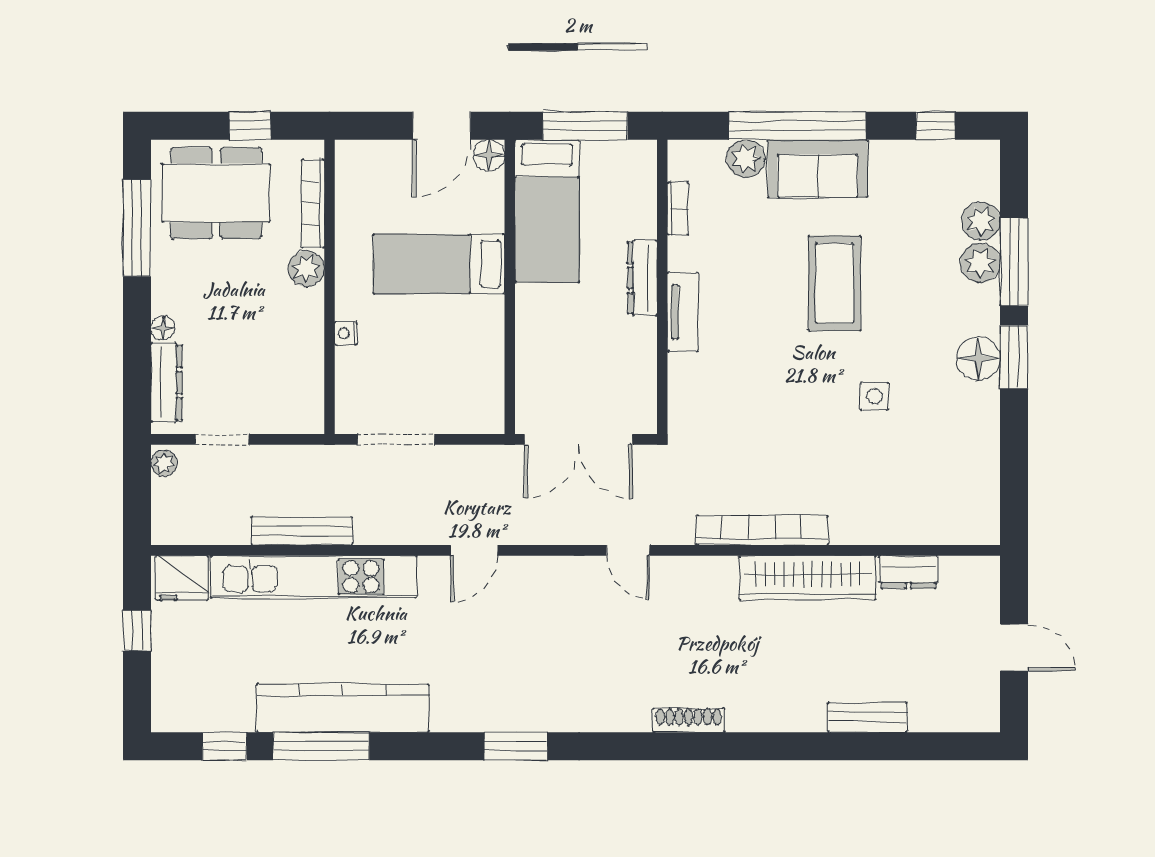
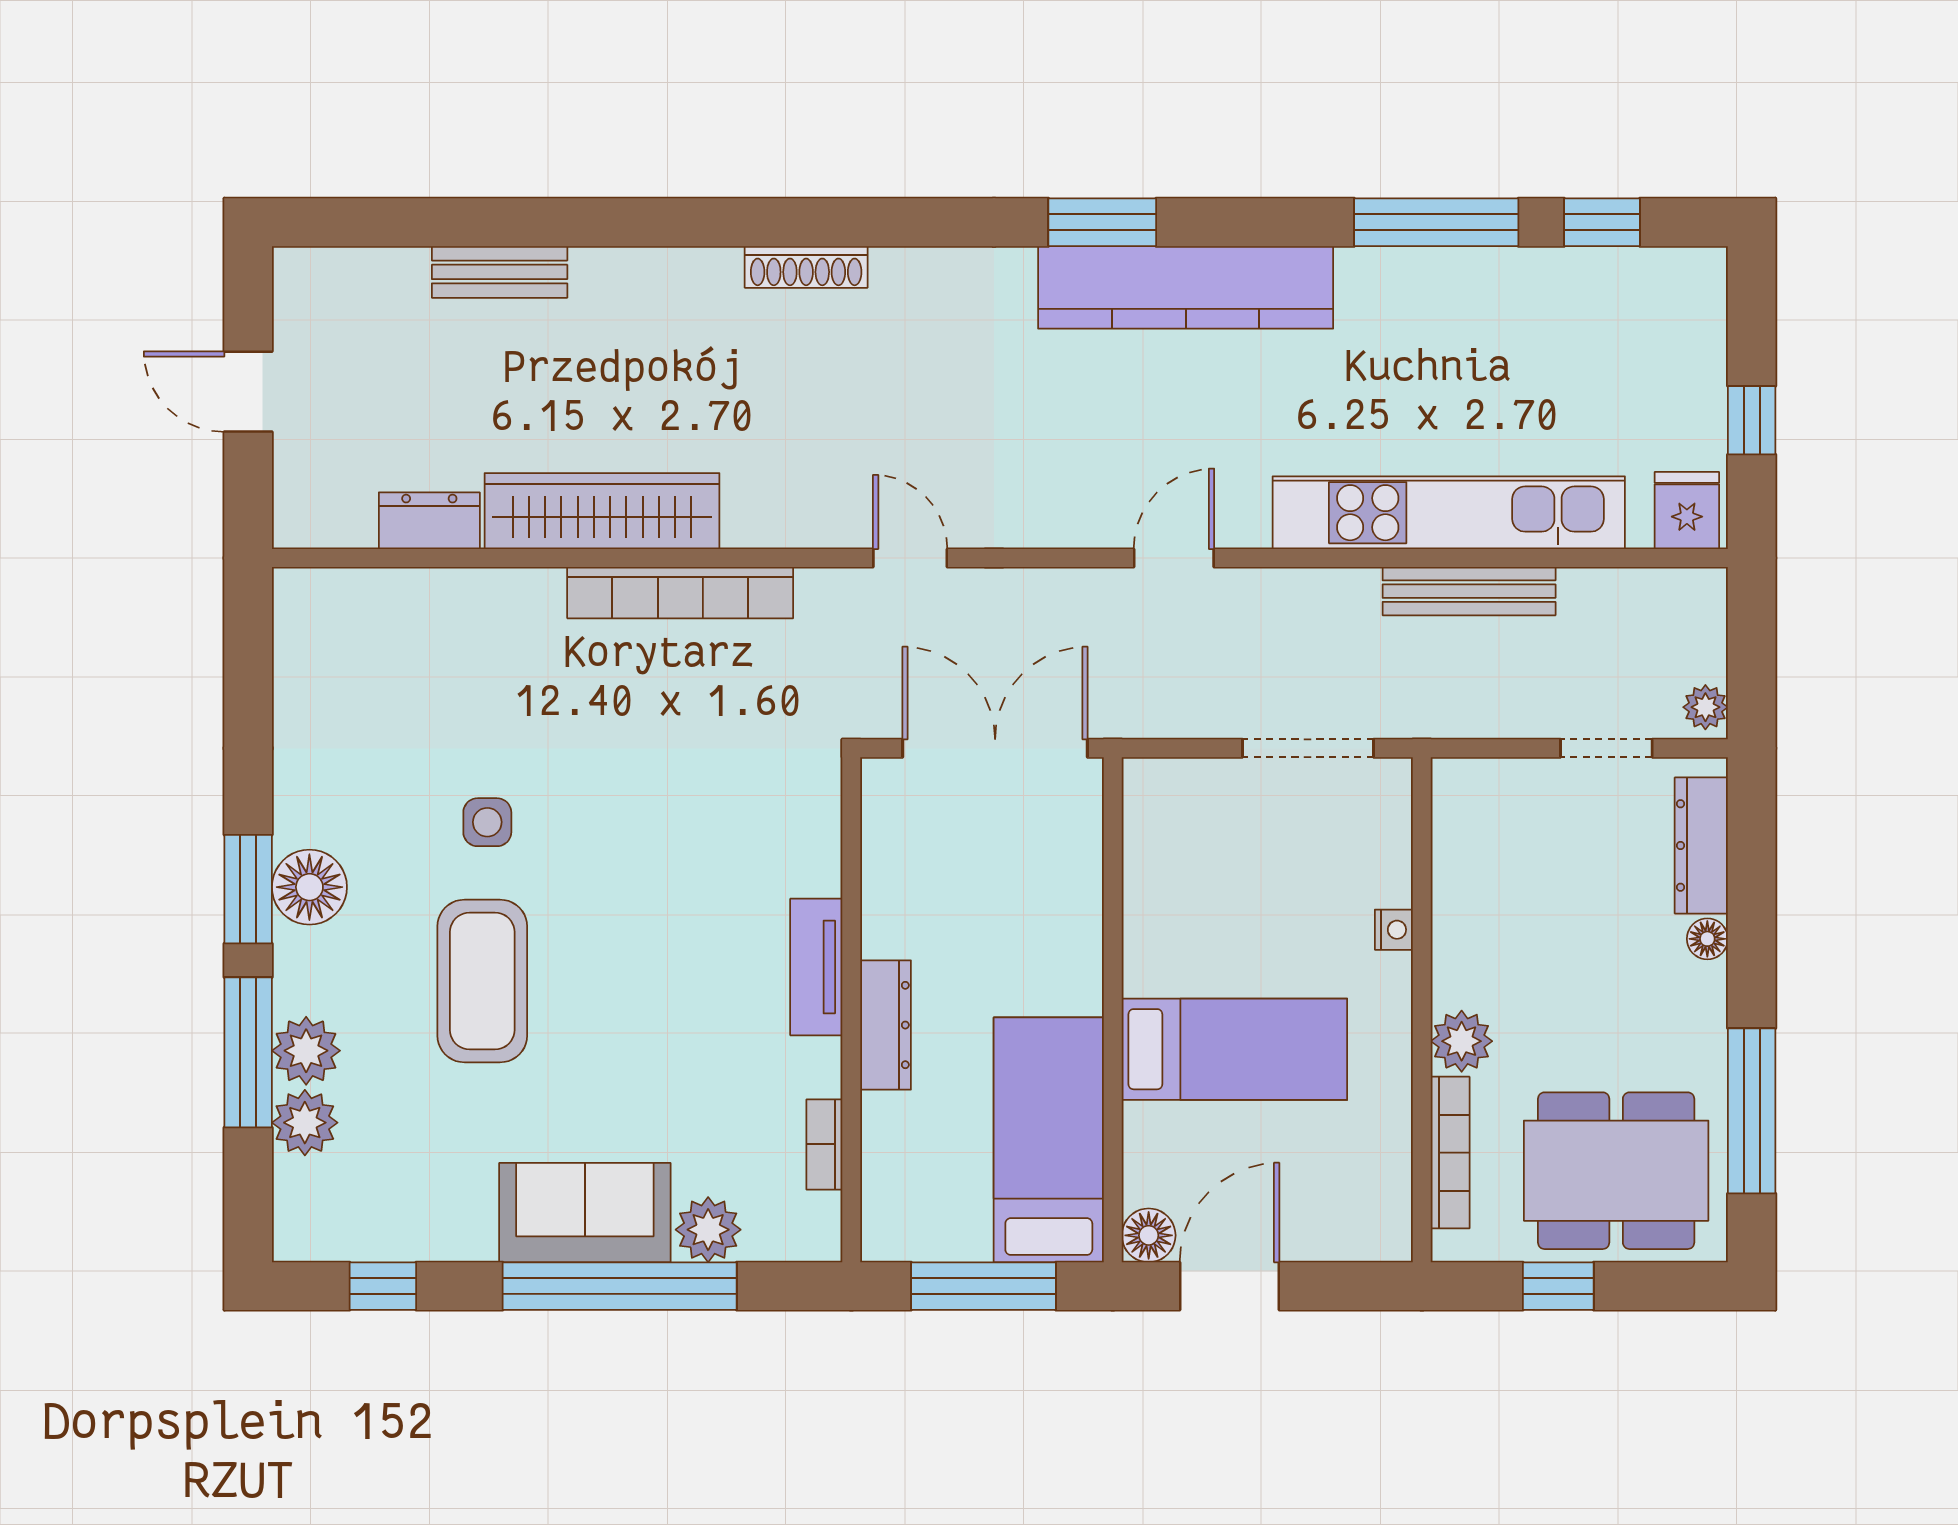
coffee table: (835, 283) -> (482, 981), moved
fridge: (182, 578) -> (1687, 511), width x0.72
kitchen counter: (343, 708) -> (1186, 287), moved

